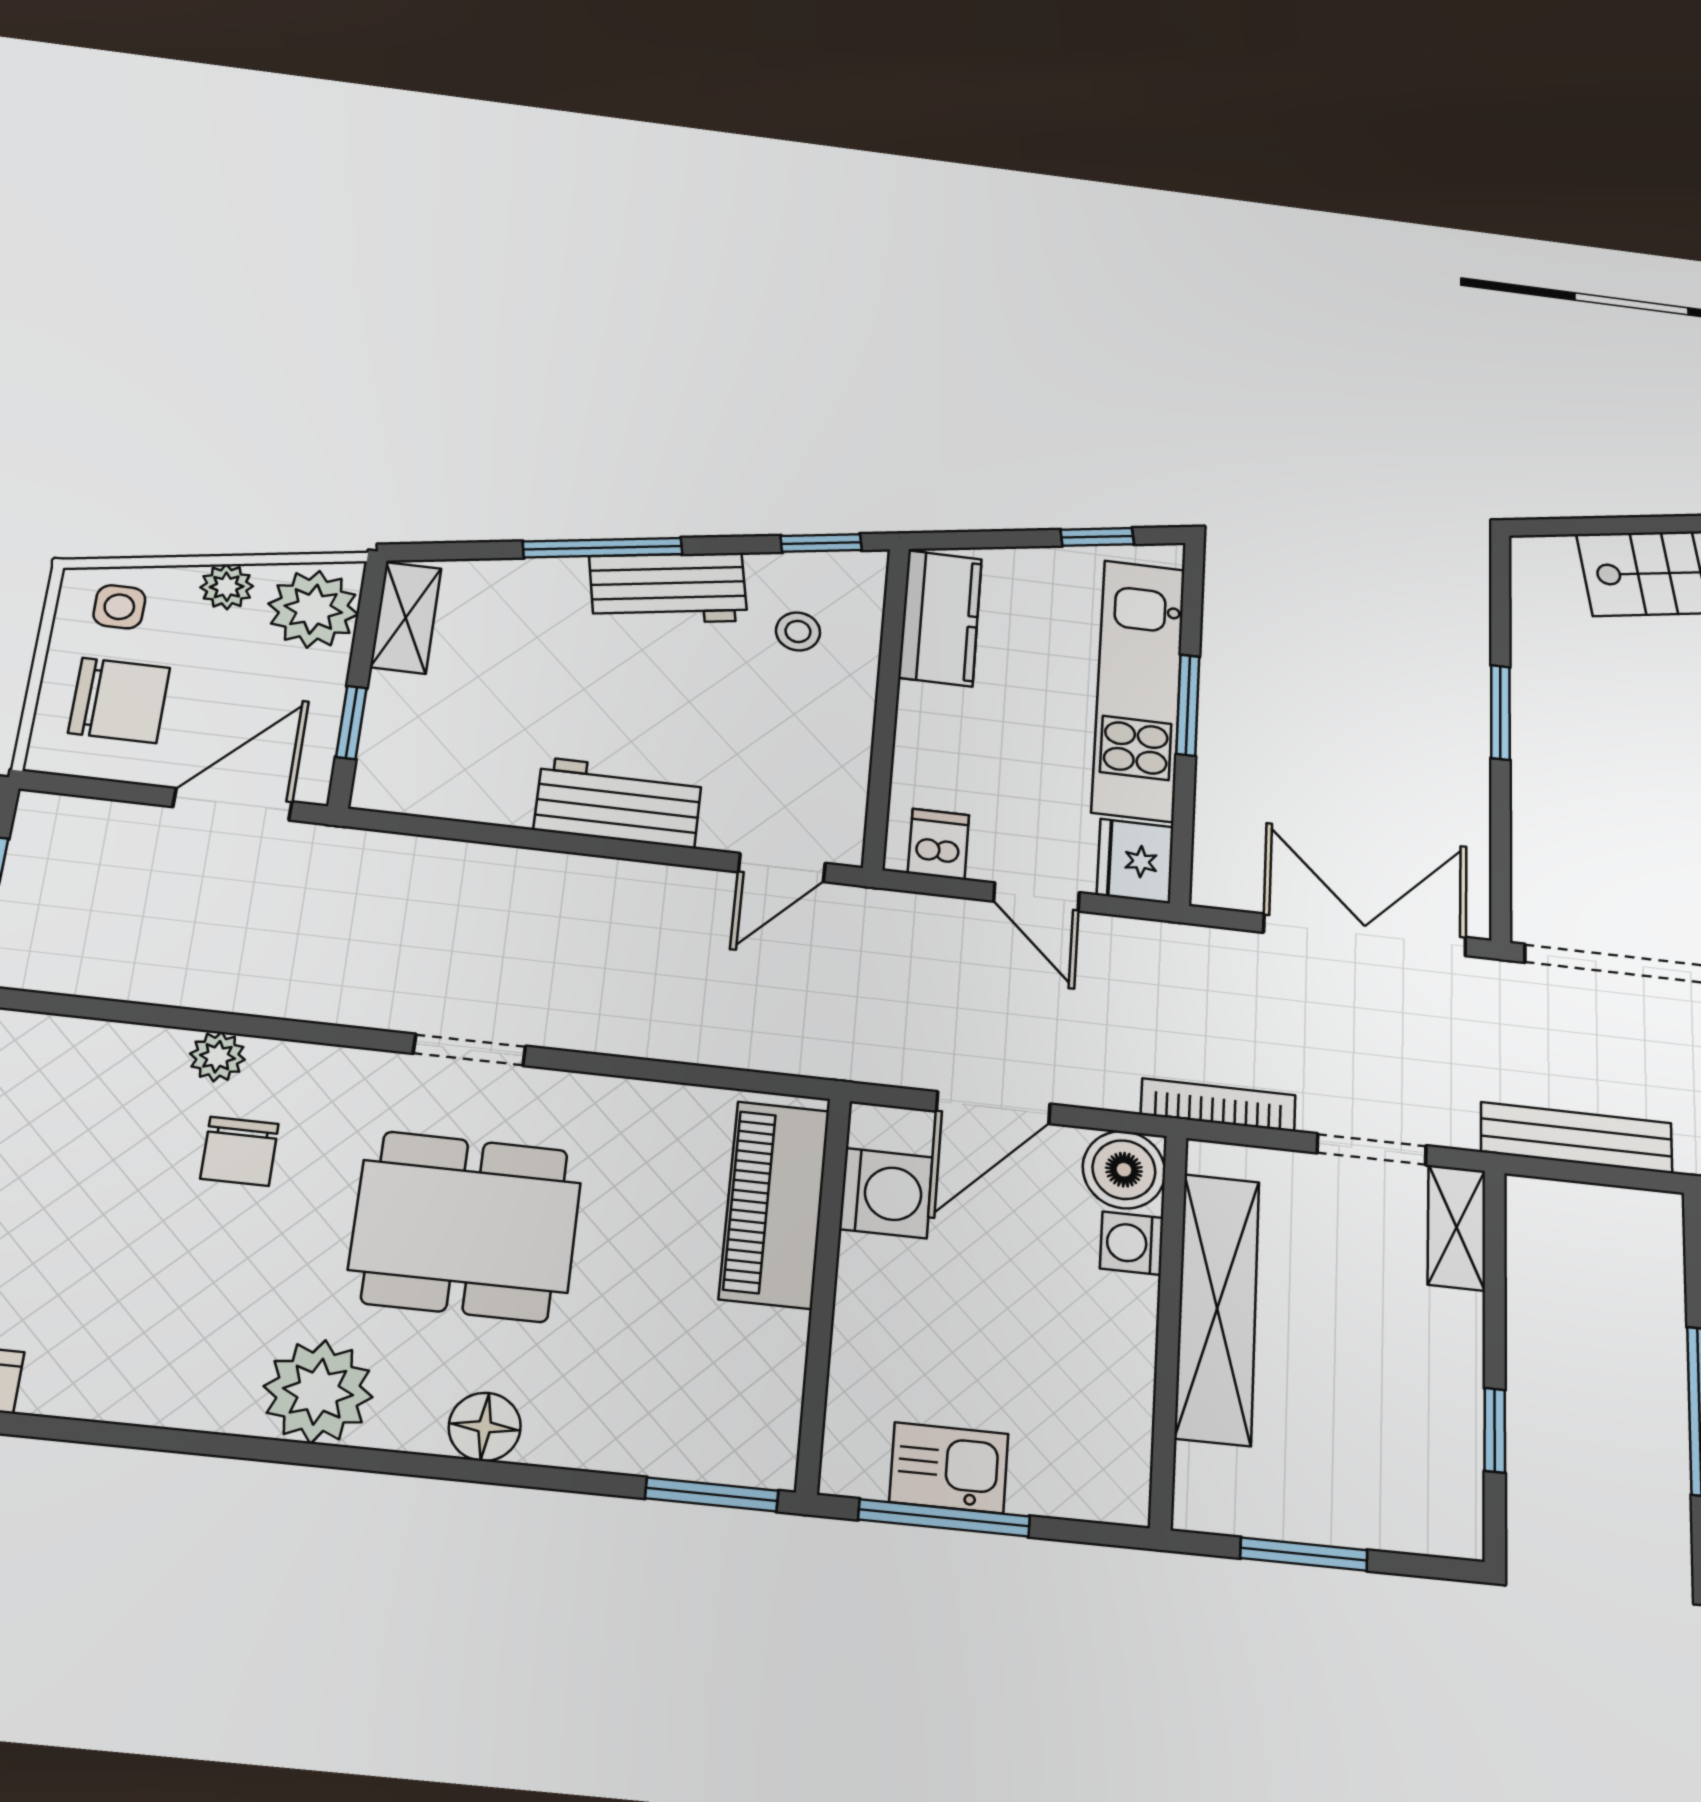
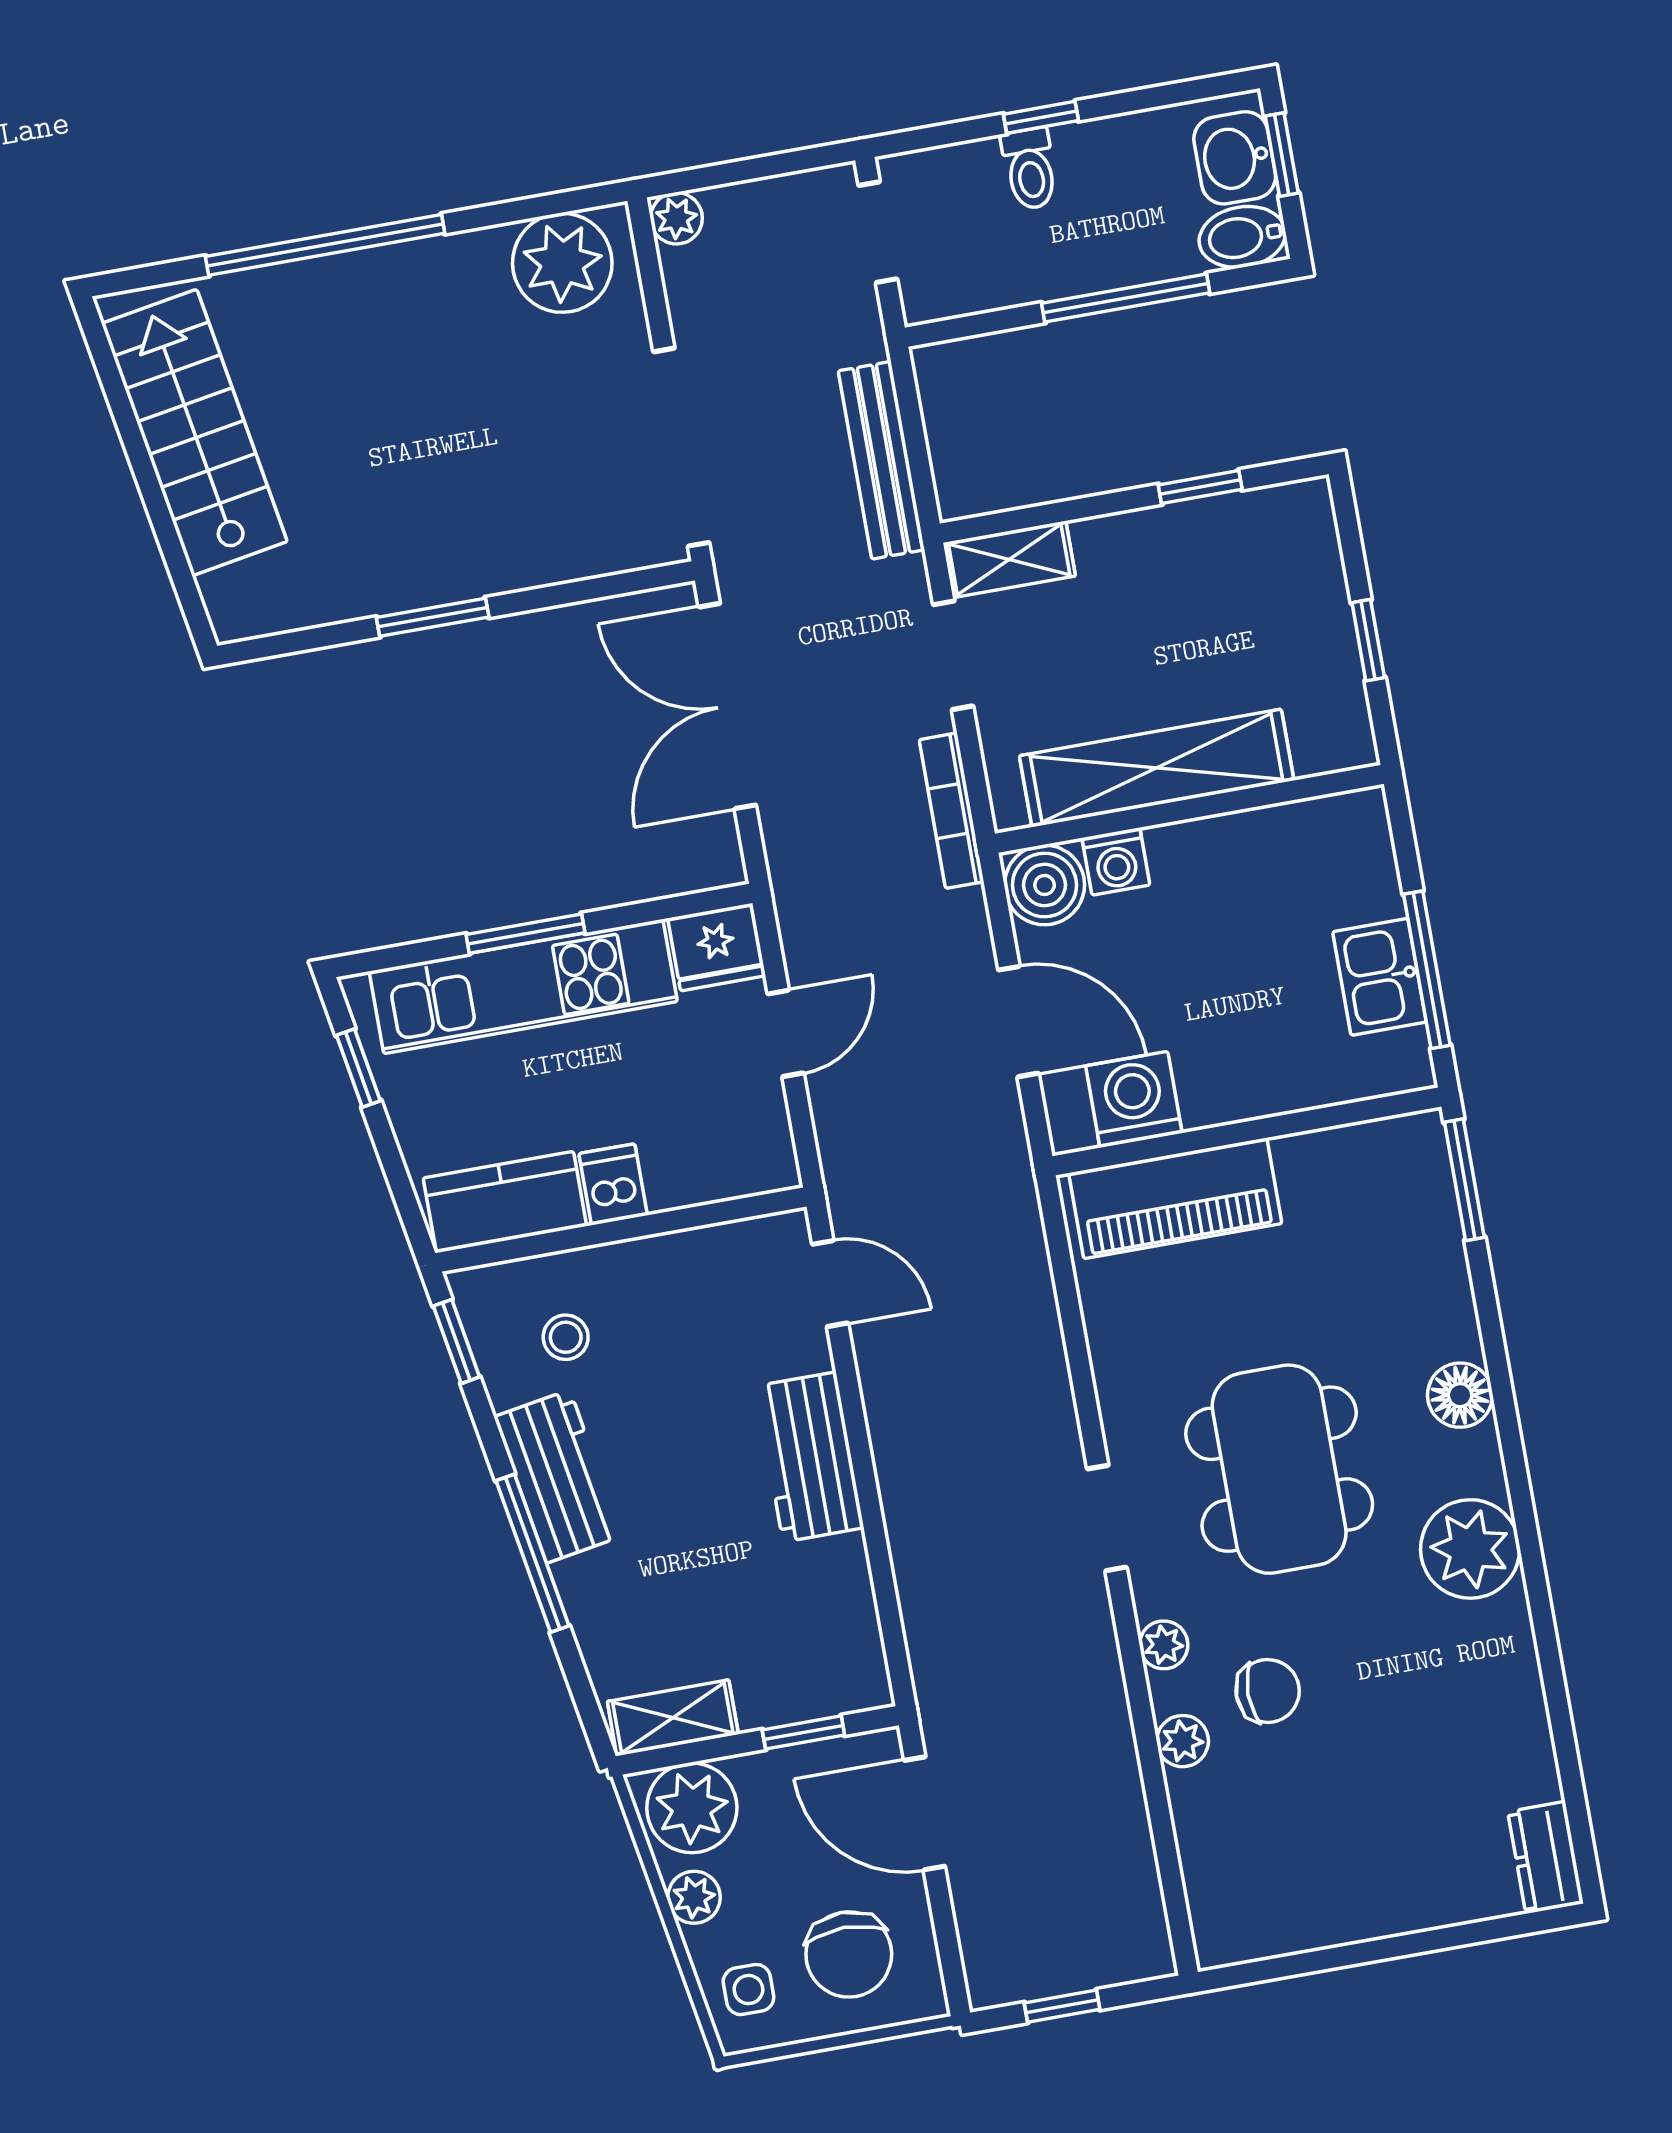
chair: (119, 700) -> (849, 1954), turned 180
dishwasher: (938, 844) -> (613, 1184), moved, turned 90
plant: (322, 1067) -> (1164, 1645), added
window: (1304, 1554) -> (1368, 640), width x0.67

